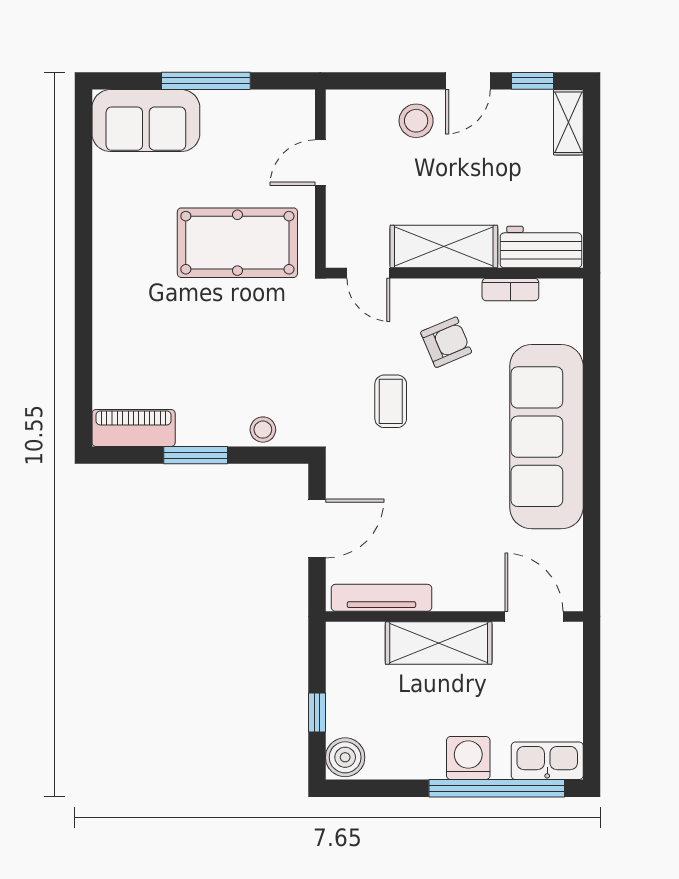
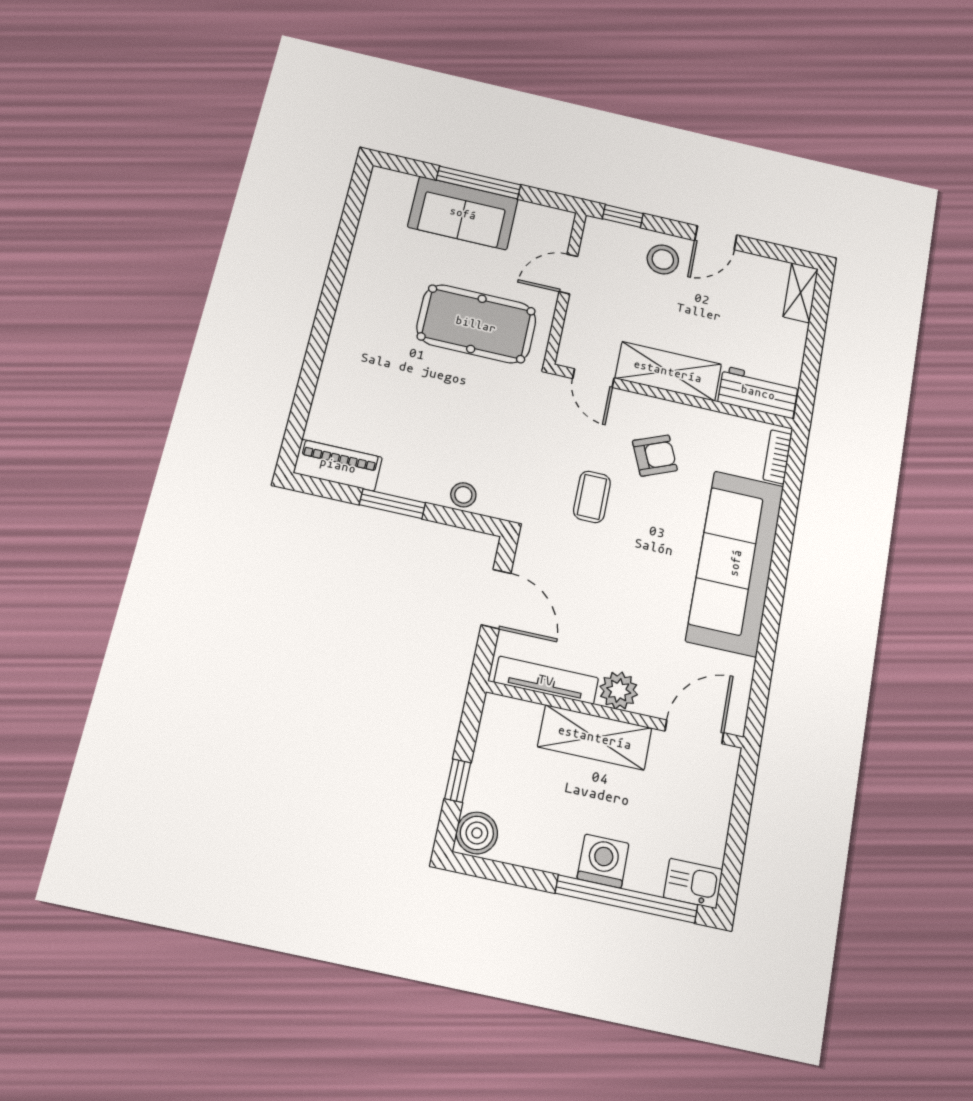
window: (532, 81) -> (623, 216), moved
sofa: (146, 121) -> (463, 213), moved
bookcase: (510, 290) -> (777, 457), moved, turned 90
door: (317, 528) -> (496, 599), hinge flipped
plant: (453, 592) -> (619, 691), added
door: (534, 617) -> (694, 732), hinge flipped
kitchen sink: (547, 761) -> (693, 883), width x0.73

